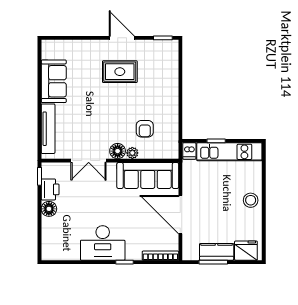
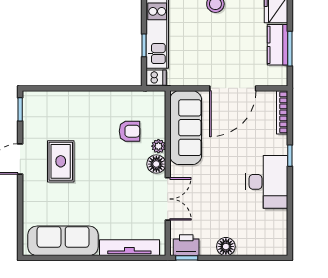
sofa: (54, 81) -> (63, 241), width x1.36
printer: (50, 189) -> (186, 245), moved

